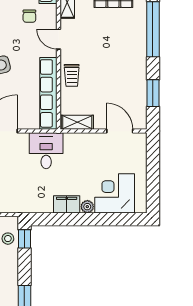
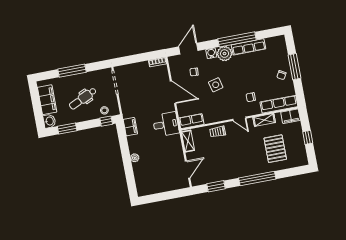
door: (59, 39) -> (239, 119), swing flipped
row of seats: (48, 93) -> (191, 121), width x0.50
corner desk: (115, 193) -> (147, 174), removed
filing cabinet: (67, 204) -> (130, 127), moved

